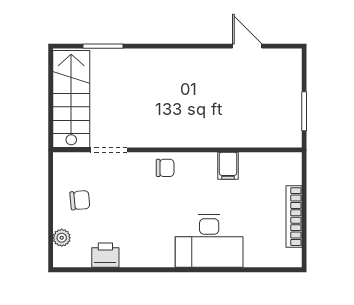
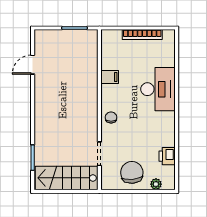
chair: (80, 200) -> (132, 172), width x1.87, depth x1.87

